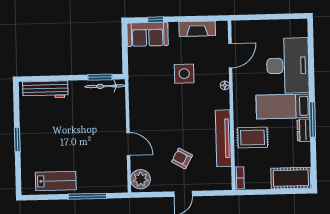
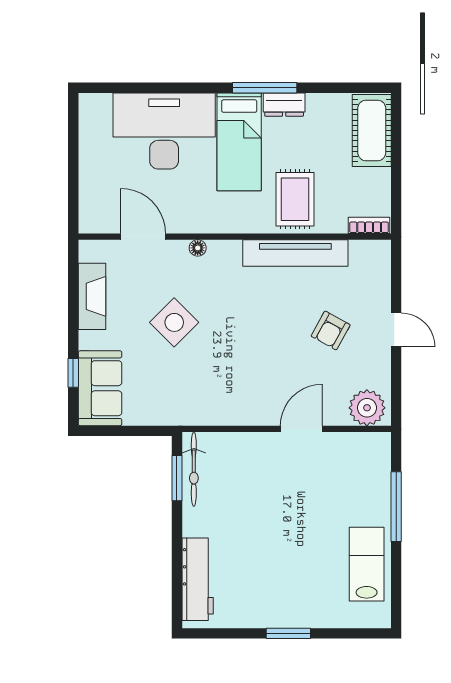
side table: (184, 74) -> (174, 322), turned 45

